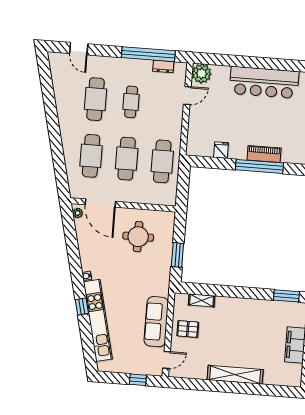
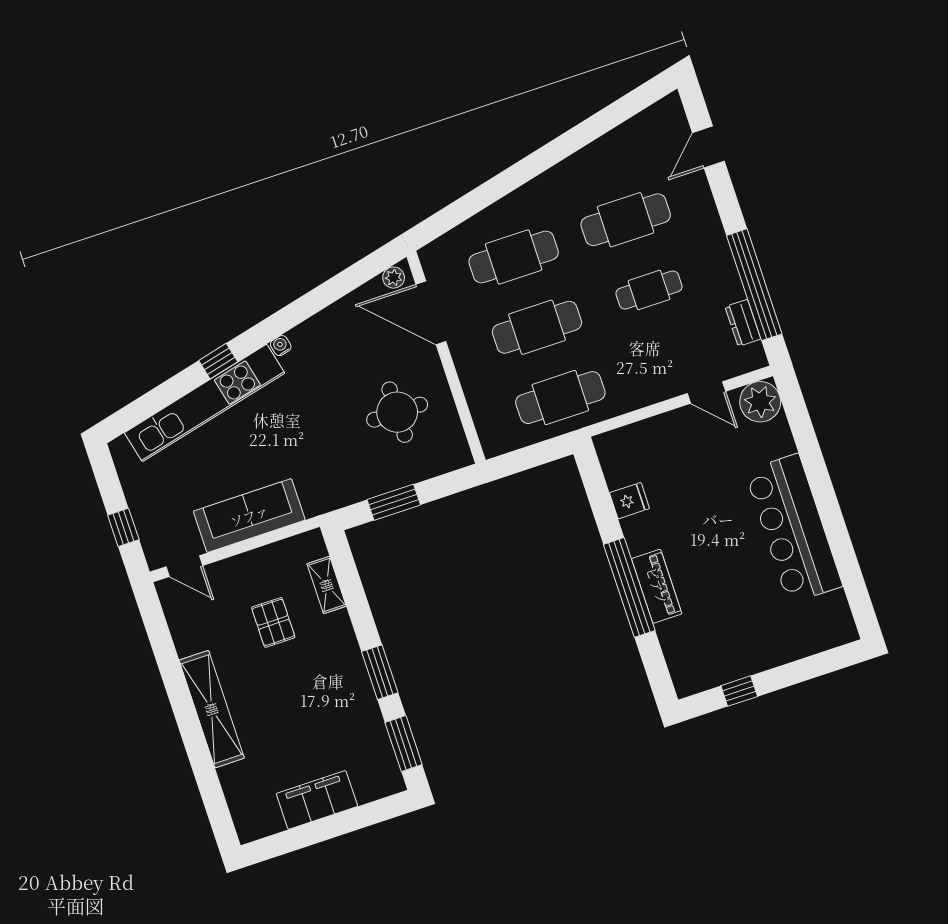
door: (100, 203) -> (431, 313), hinge flipped
window: (250, 293) -> (380, 672), added
pallet: (188, 329) -> (273, 622), moved

